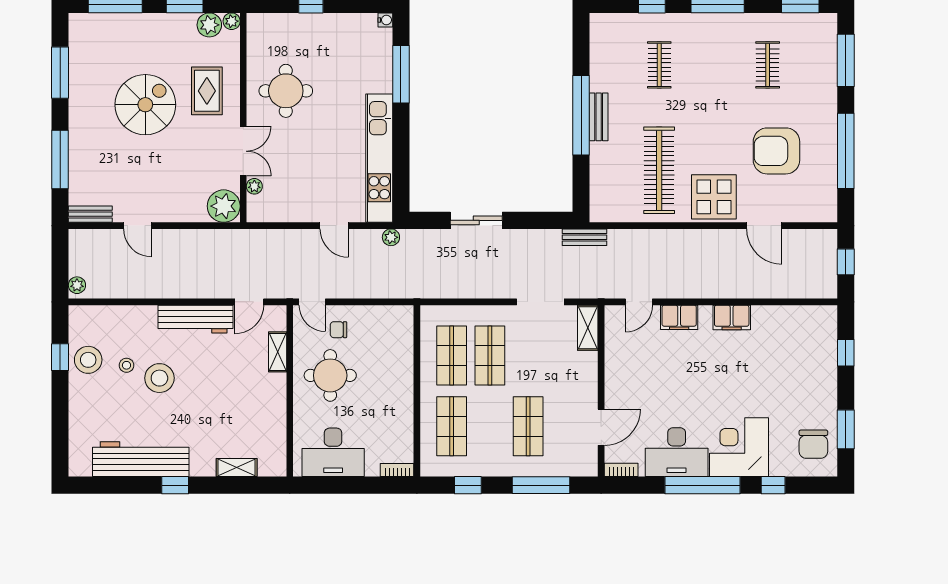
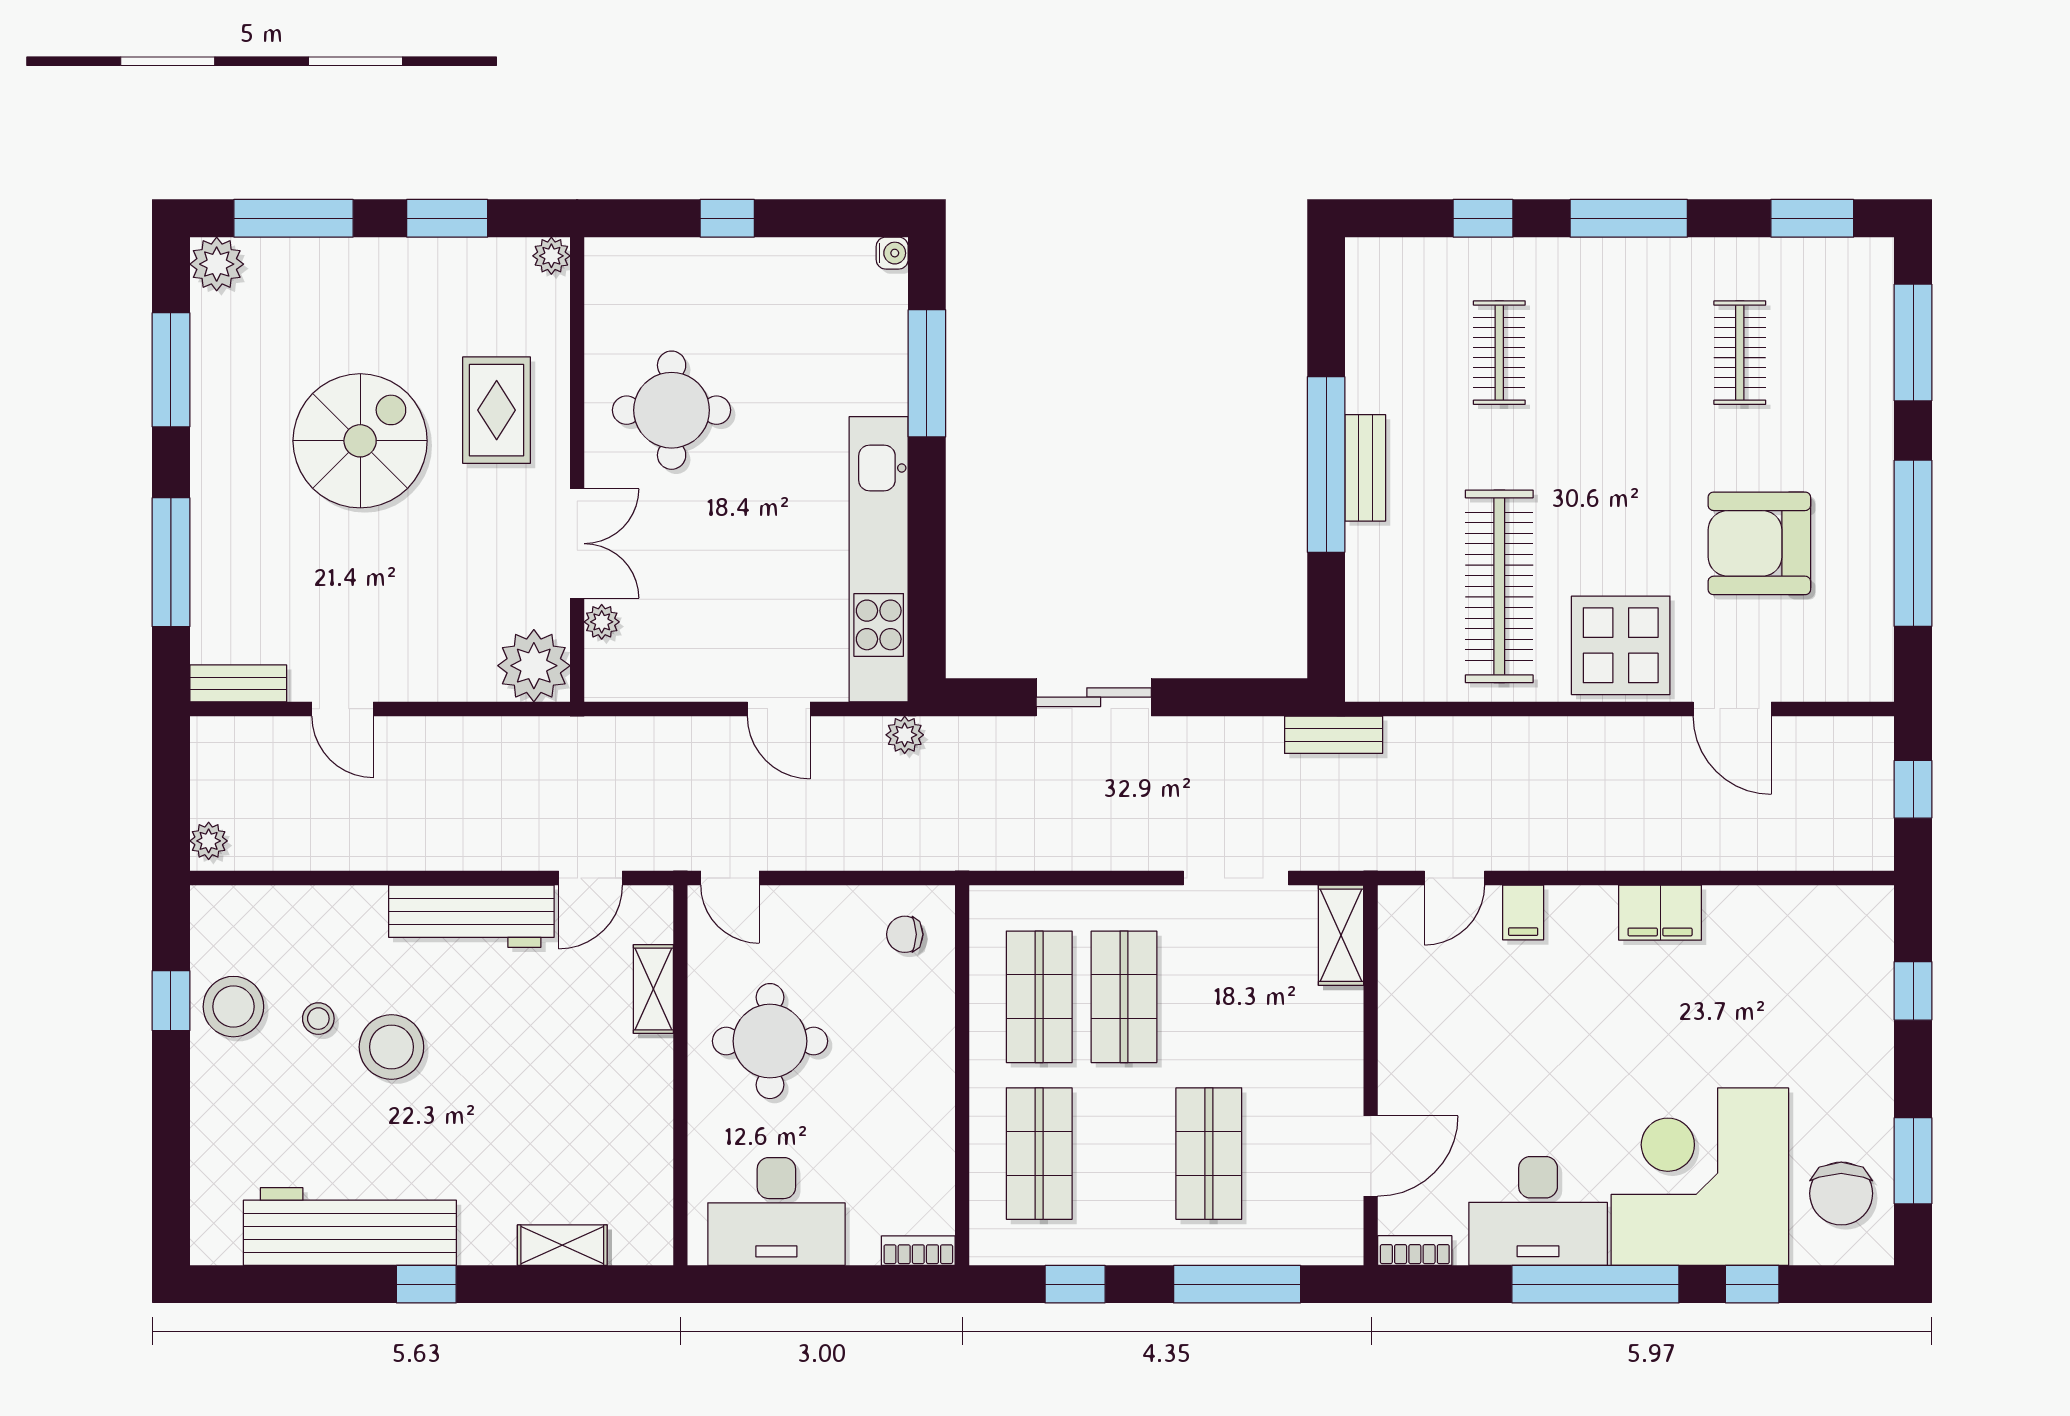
plant: (209, 25) -> (217, 264), moved
filing cabinet: (679, 317) -> (1523, 912), width x0.50
chair: (338, 330) -> (905, 934), moved
corner desk: (739, 447) -> (1700, 1177), width x1.36, depth x1.36

